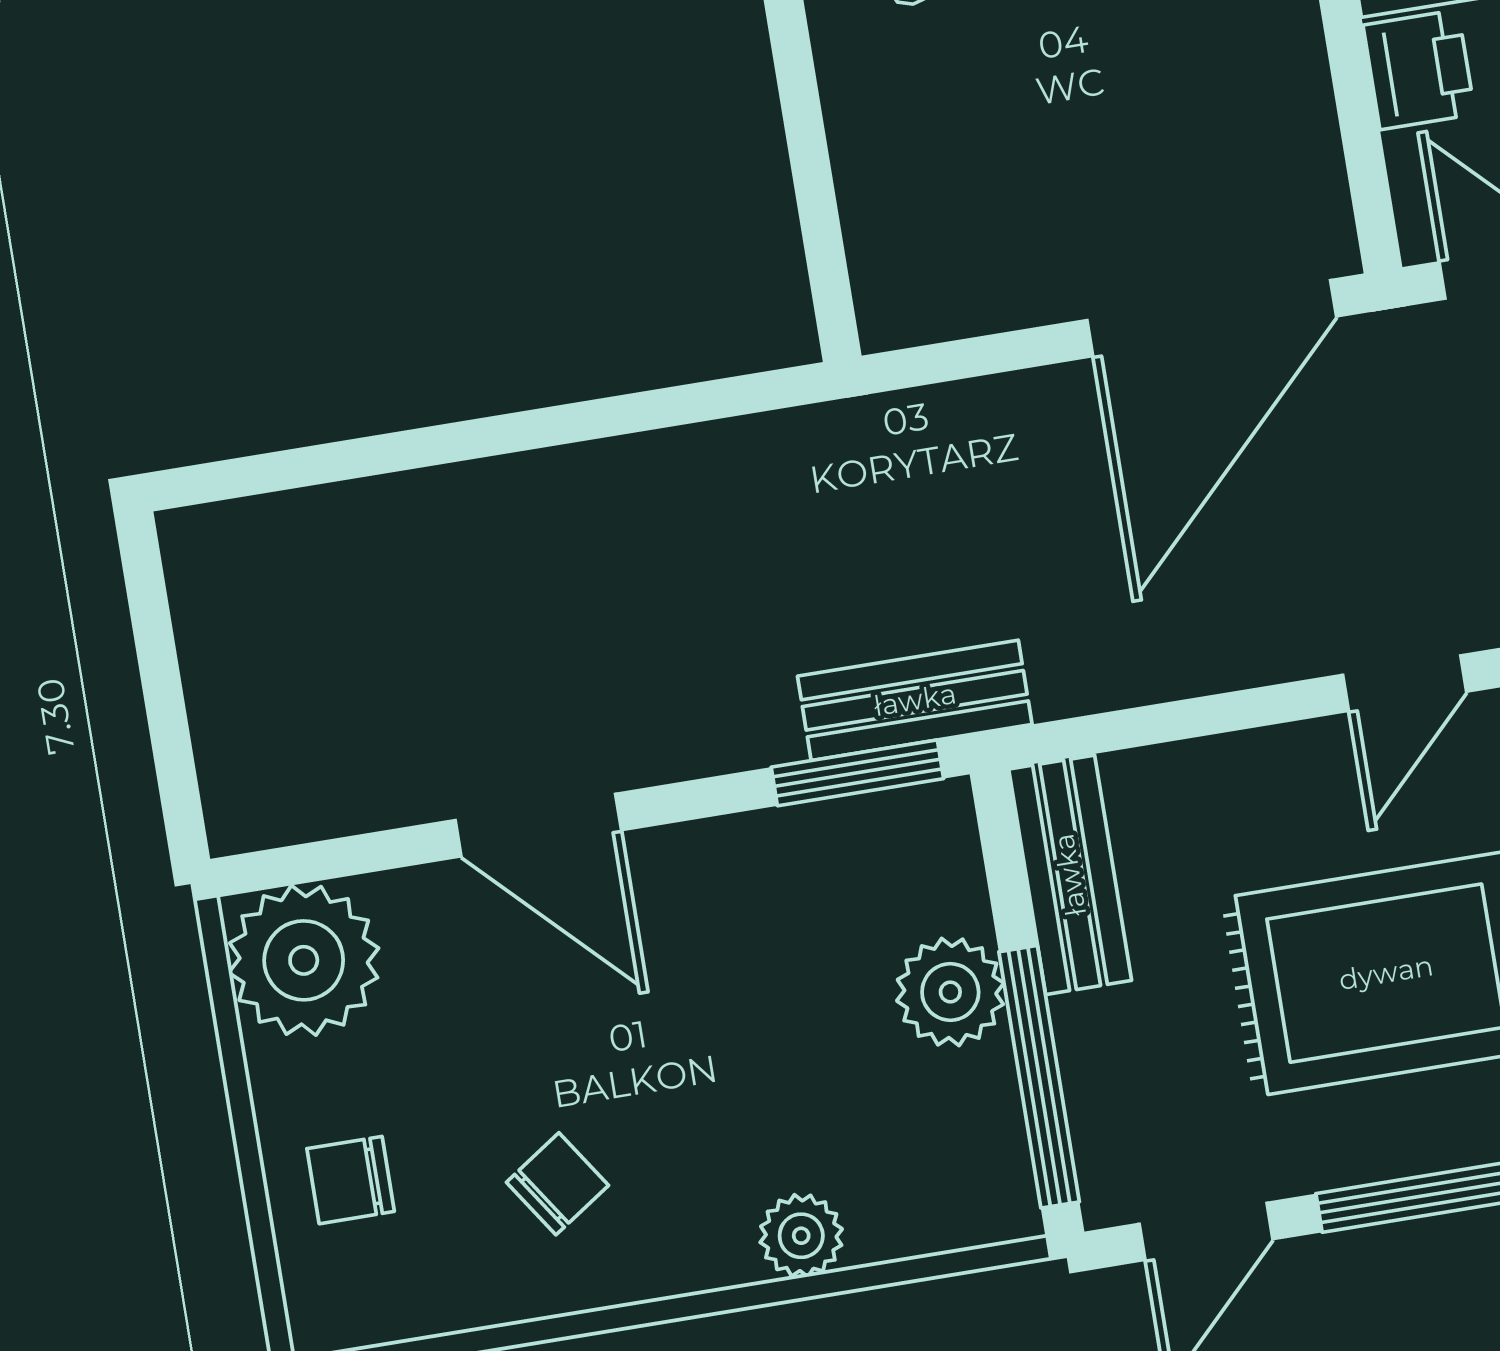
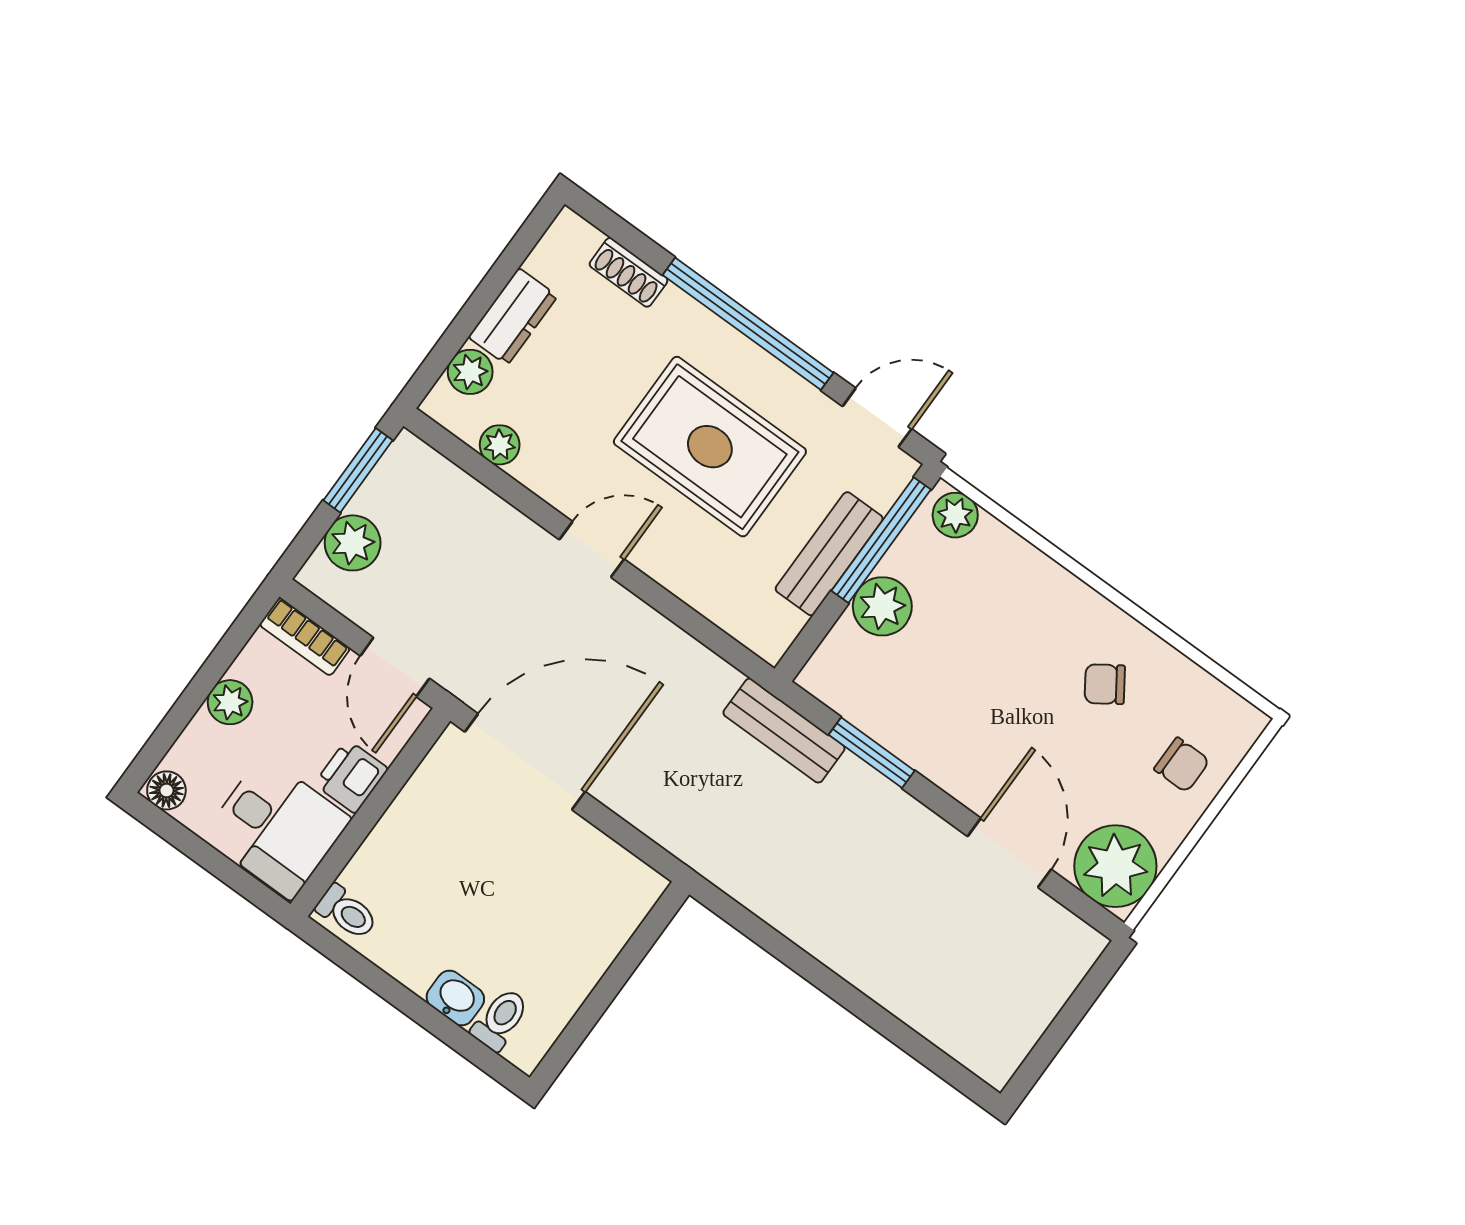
window: (857, 773) -> (872, 753), moved
door: (538, 825) -> (1009, 853), moved
bench: (1070, 875) -> (829, 554), moved
plant: (801, 1236) -> (955, 515), moved

